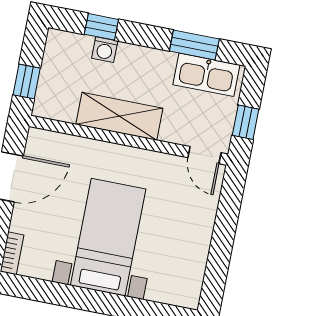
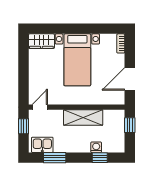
kitchen sink: (206, 75) -> (42, 145), width x0.73
door: (204, 155) -> (40, 107), hinge flipped
wardrobe: (174, 290) -> (41, 41), added

